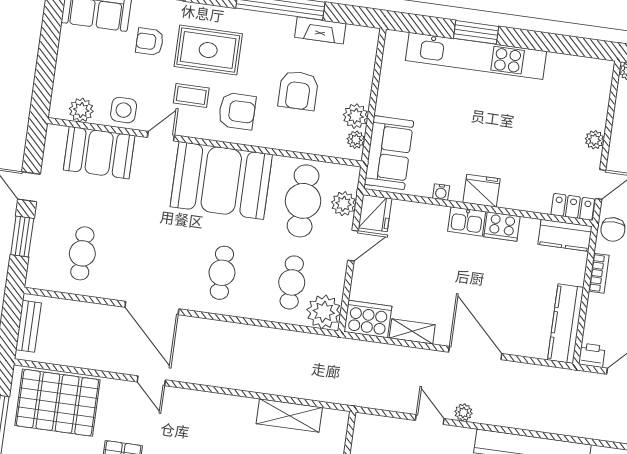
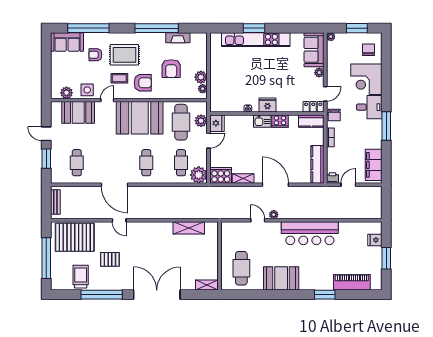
sofa: (389, 153) -> (314, 50), moved, turned 180

